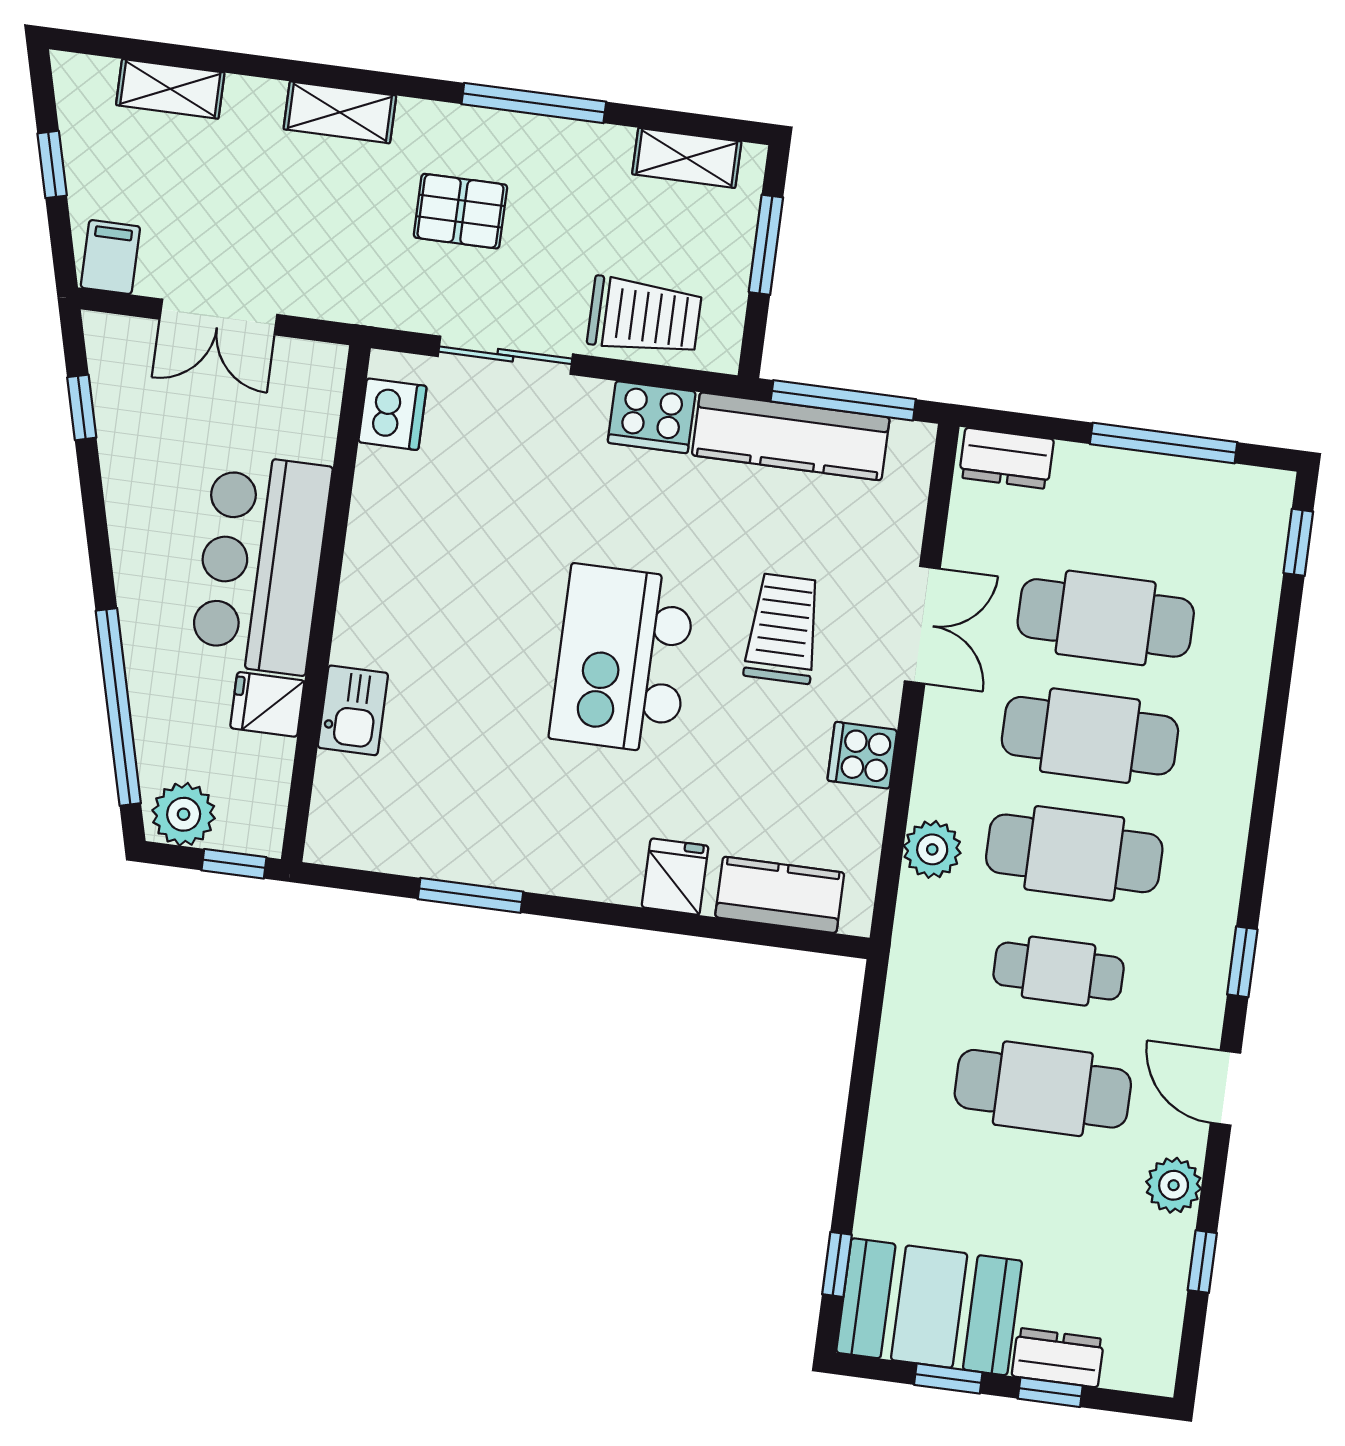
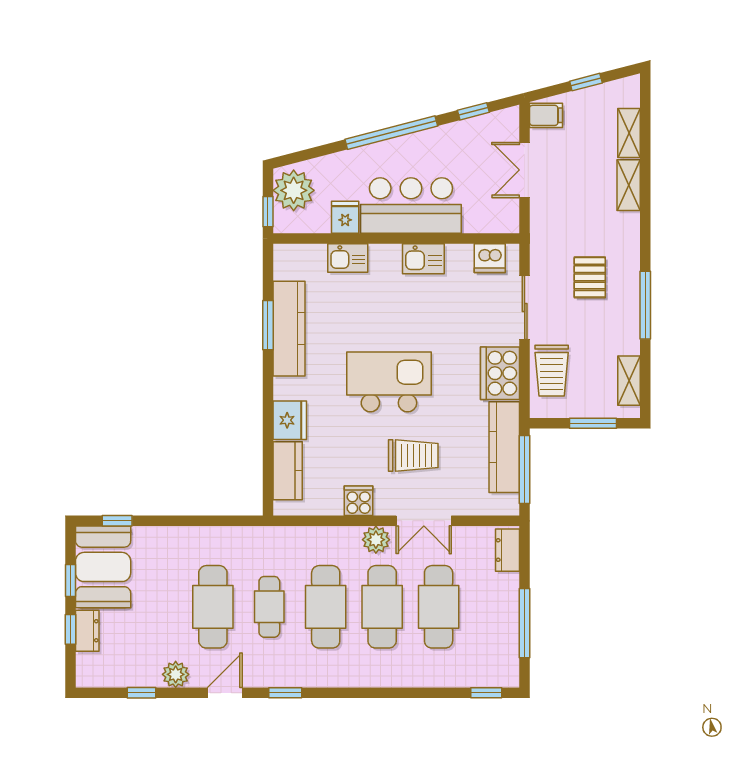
shelving: (340, 112) -> (629, 185), moved
cooker: (652, 417) -> (500, 373), width x1.37, depth x1.31
kitchen sink: (376, 553) -> (423, 259), added
window: (118, 707) -> (391, 133), moved
plant: (184, 814) -> (294, 190), width x1.36, depth x1.36
plant: (932, 849) -> (376, 540), moved
kitchen counter: (484, 853) -> (289, 329), added
fridge: (675, 877) -> (290, 420), width x1.38

